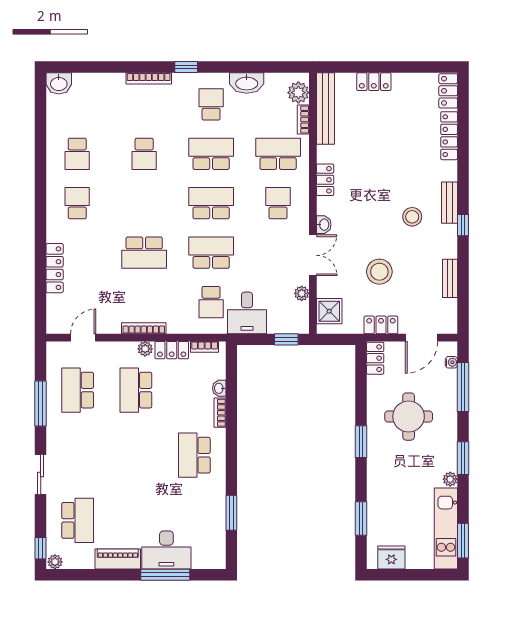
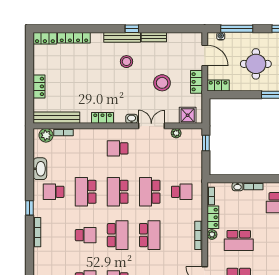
school desk: (278, 154) -> (118, 235), moved, turned 180
bench: (450, 203) -> (122, 37), width x1.36
bench: (450, 278) -> (154, 37), moved
desk: (247, 313) -> (189, 169), removed

